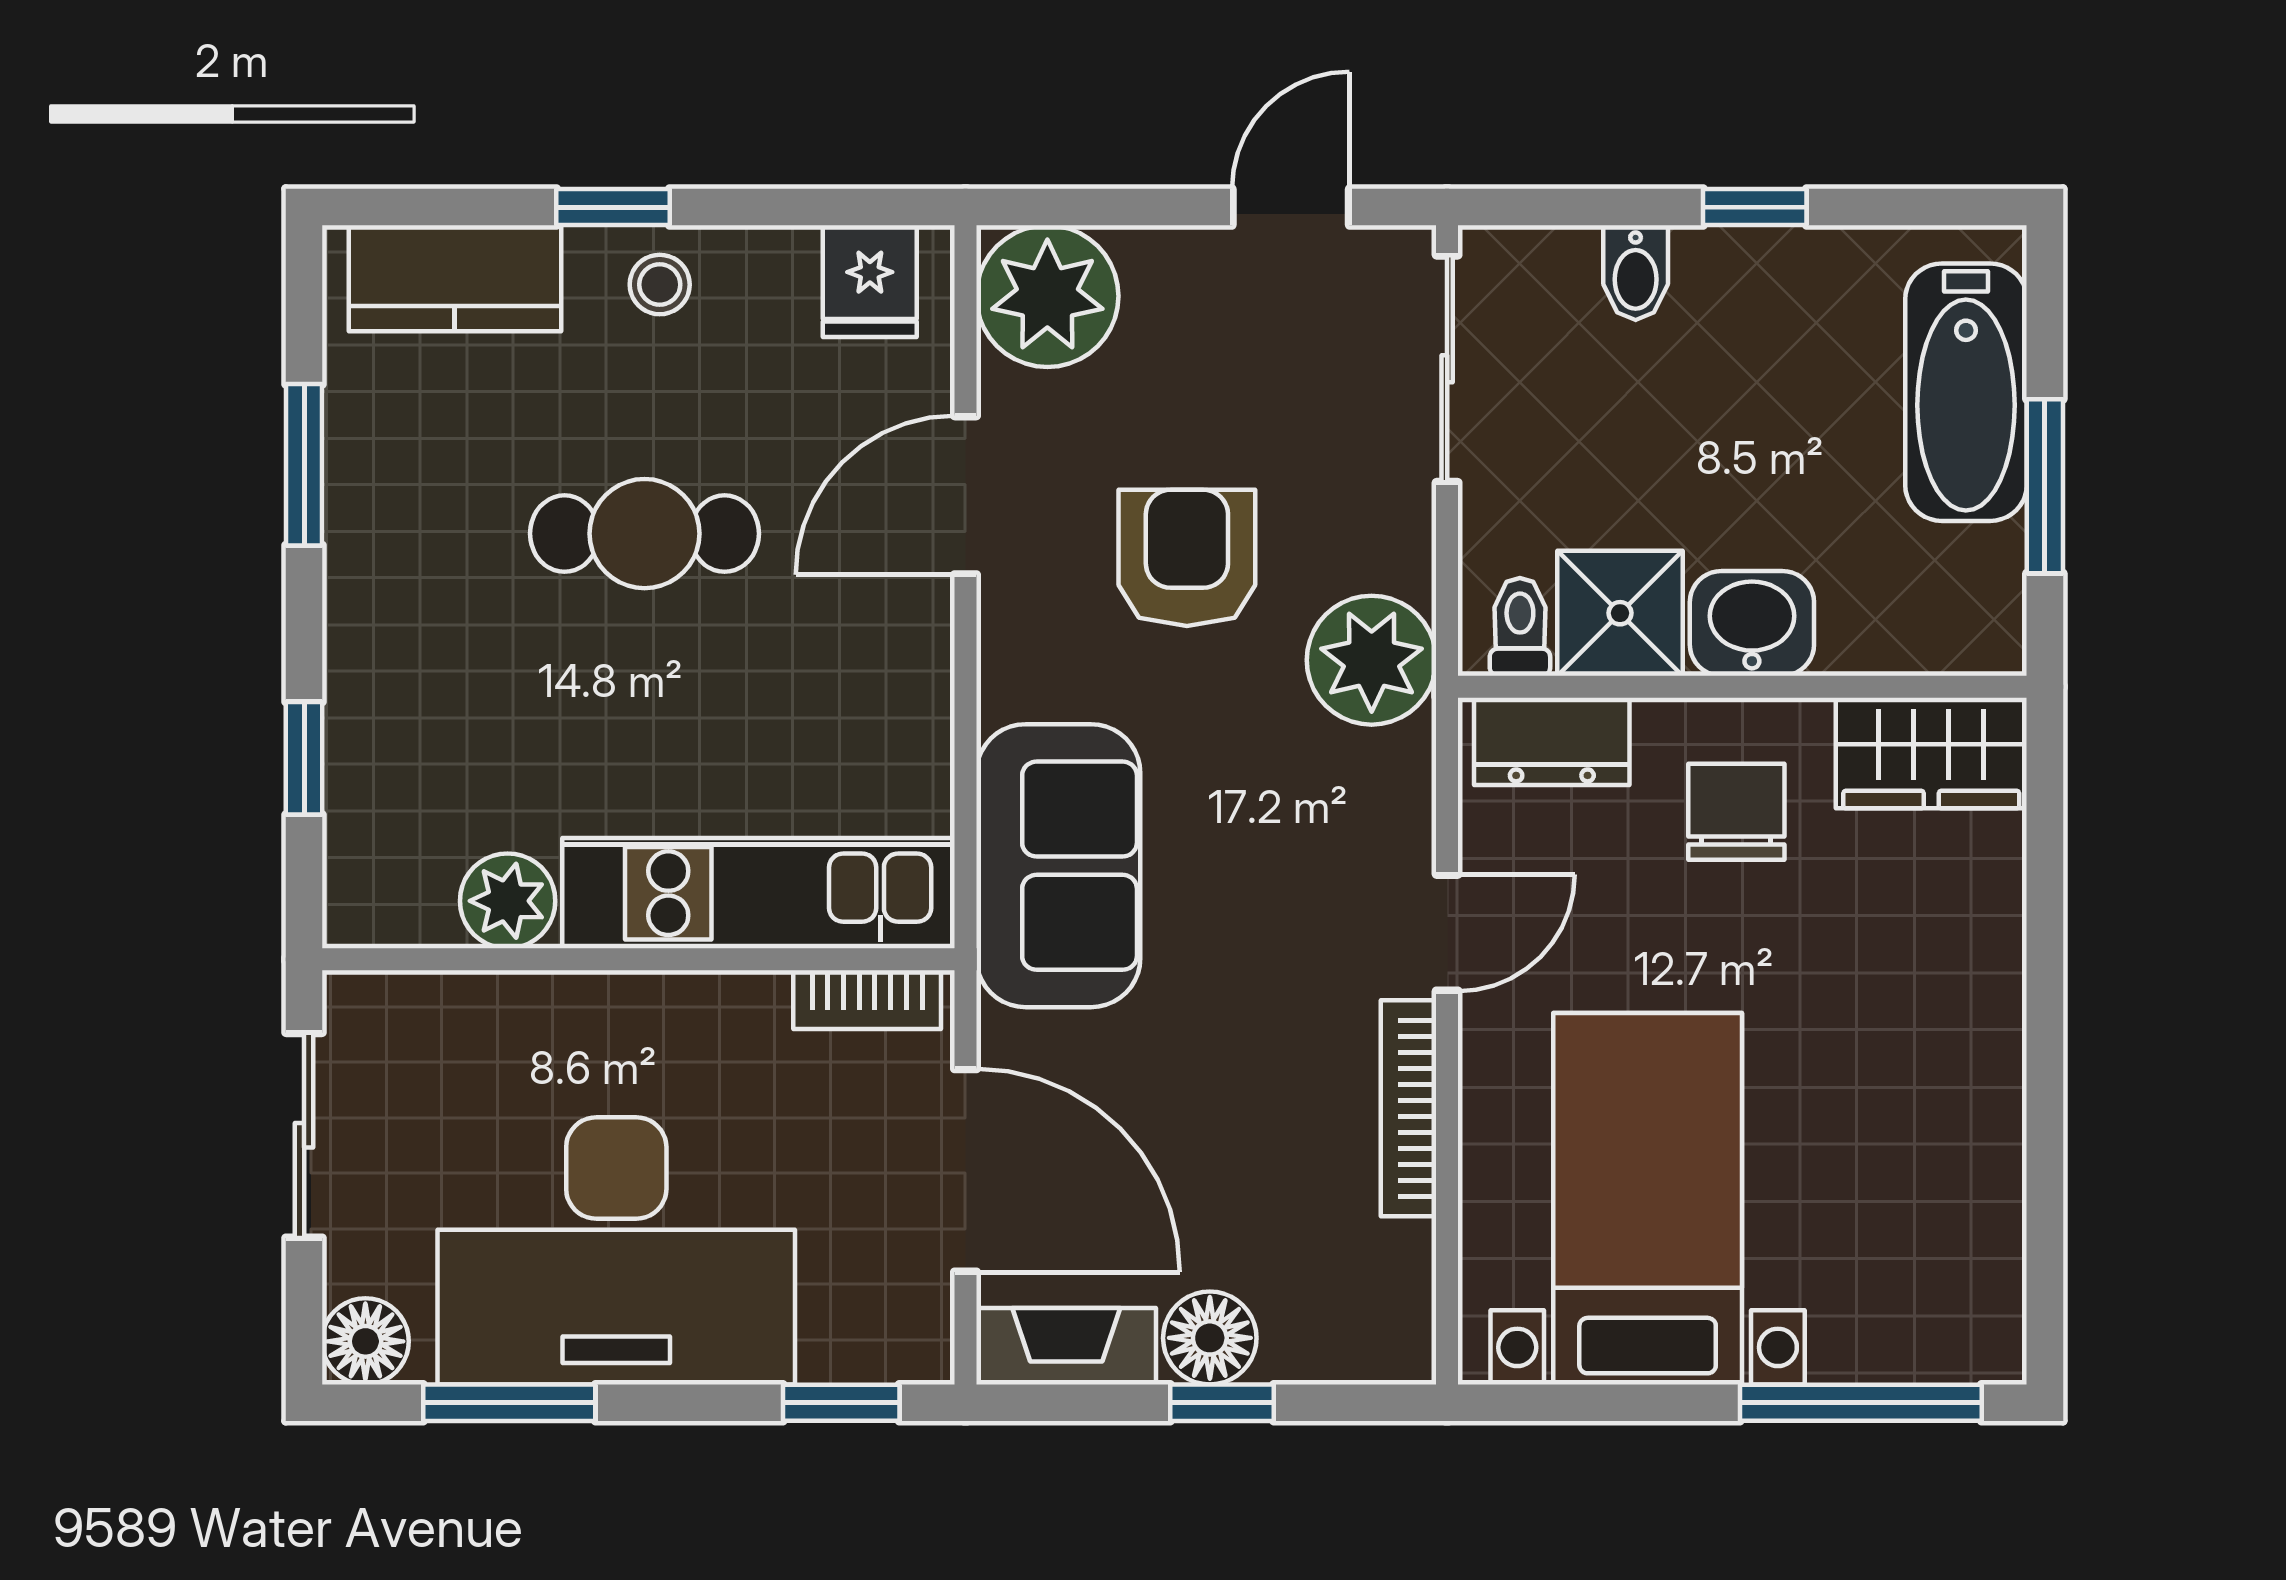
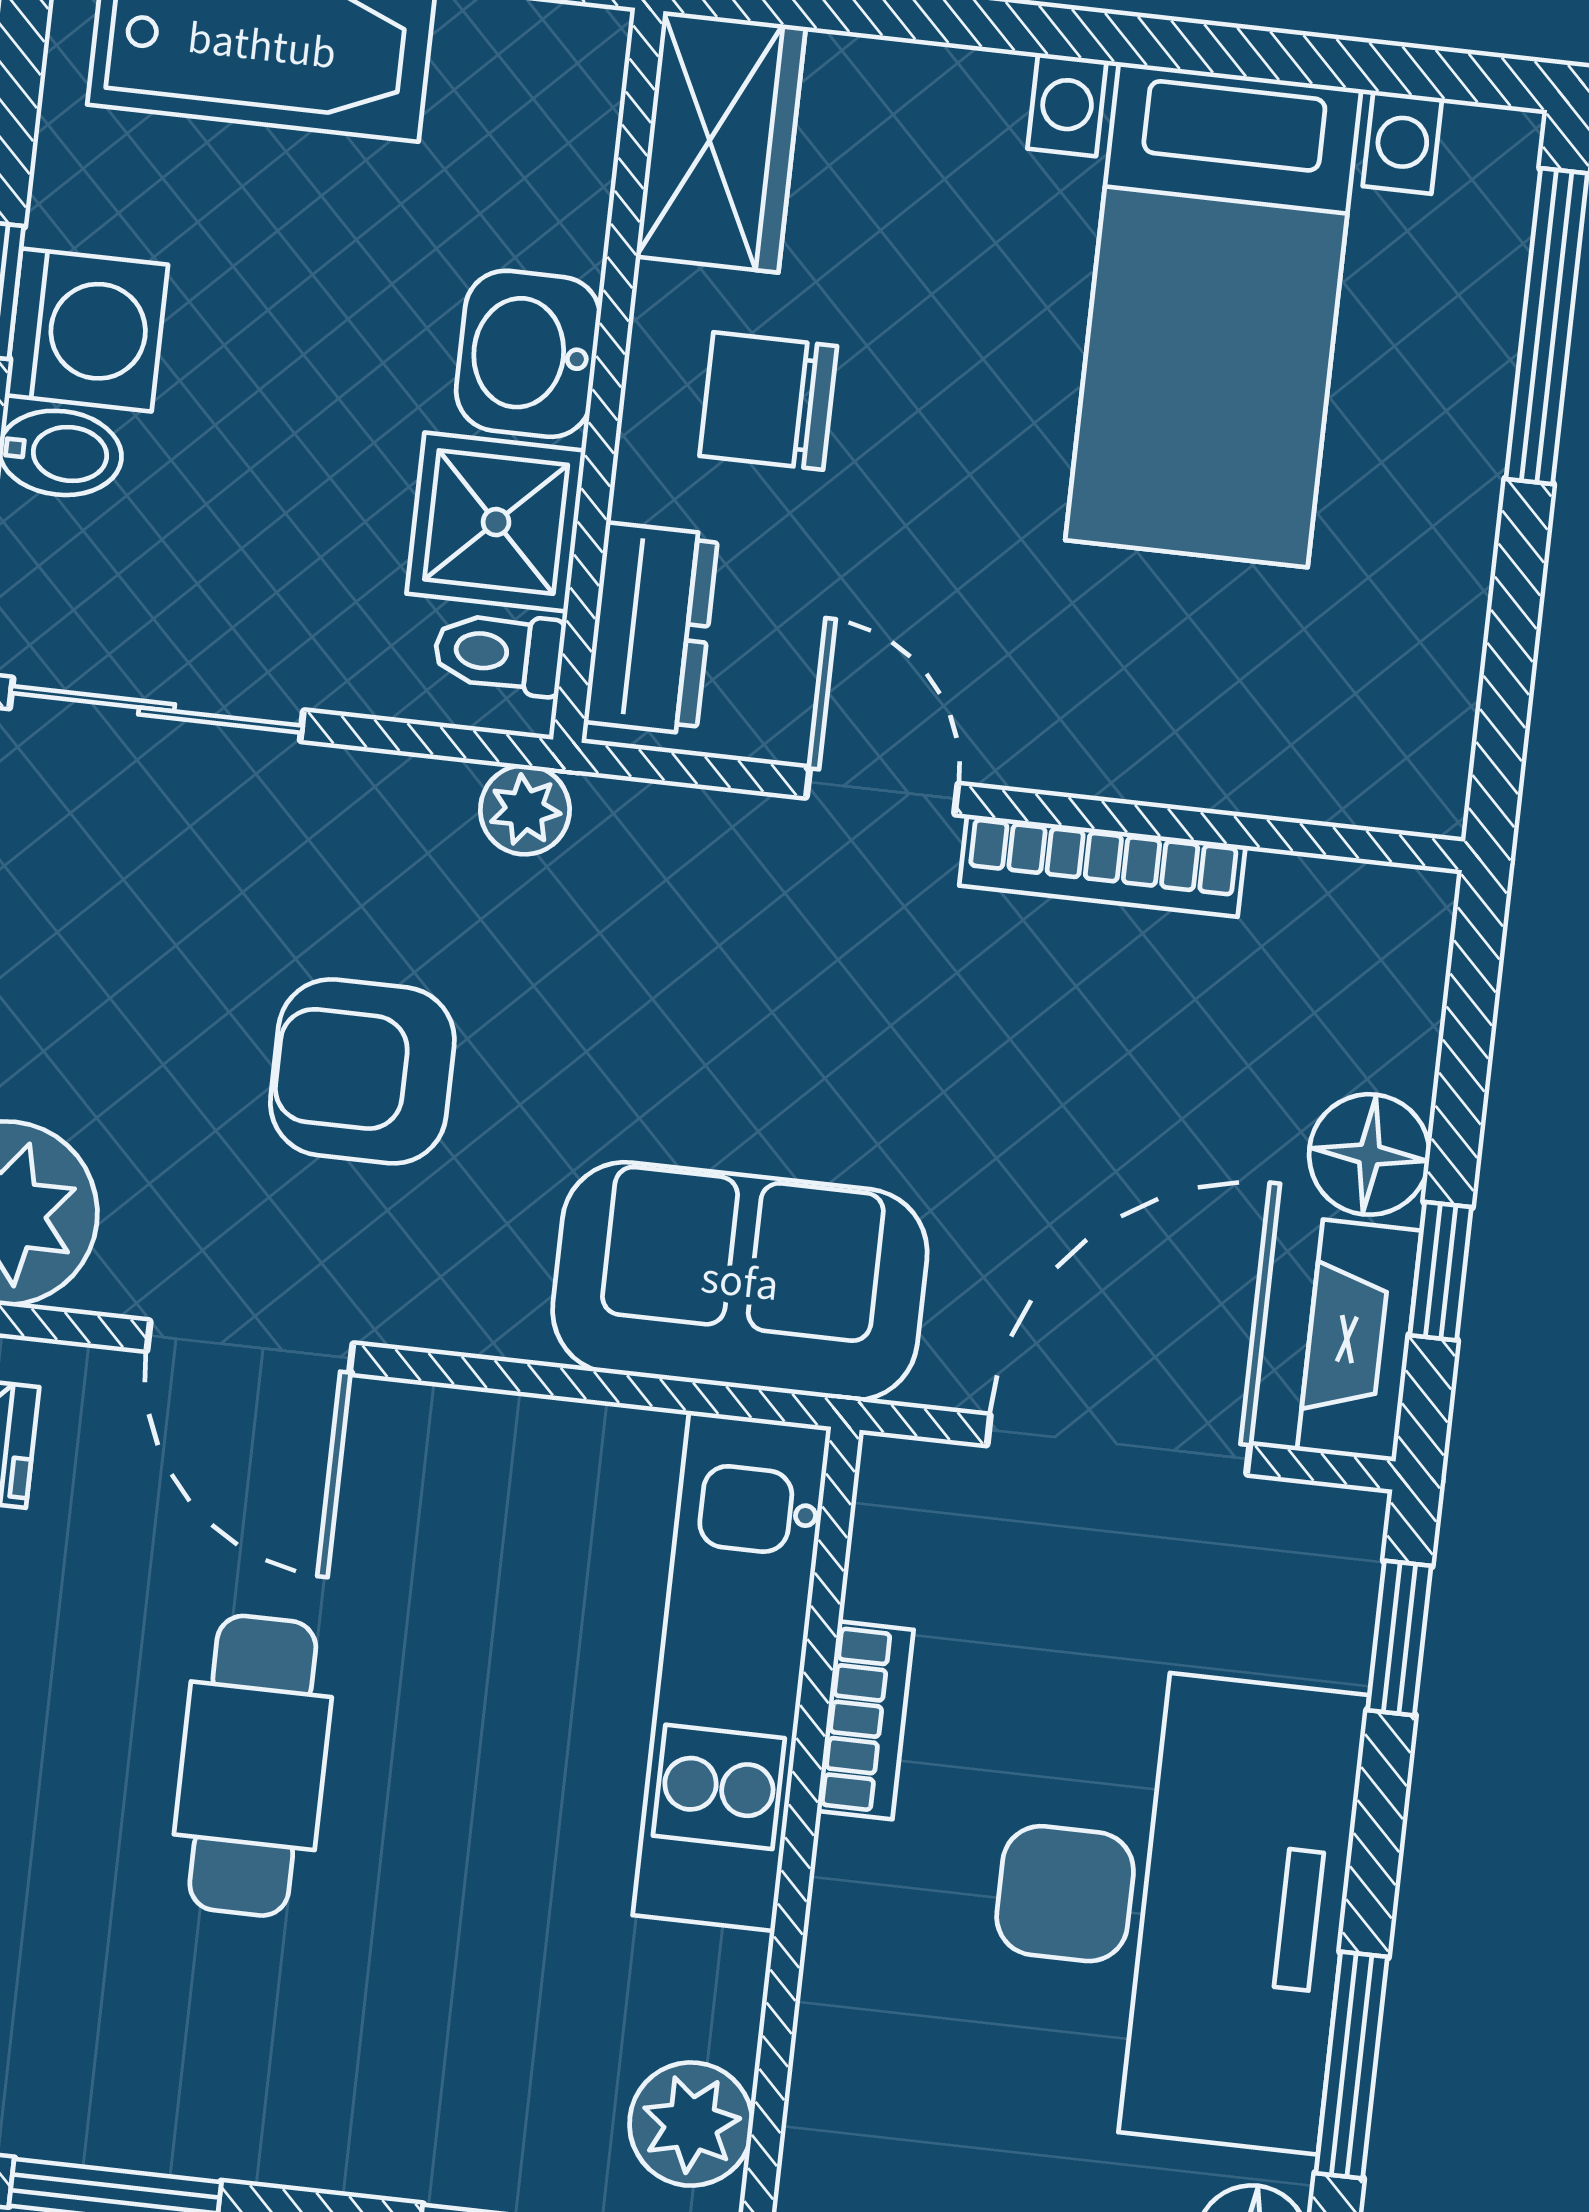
washing machine: (1732, 282) -> (86, 330), added
plant: (1372, 660) -> (525, 810), width x0.53, depth x0.53
plant: (508, 901) -> (691, 2124), moved
bookcase: (867, 1000) -> (865, 1720), moved
bed with nightstands: (1648, 1199) -> (1213, 315), moved, turned -90
window: (1222, 1403) -> (1441, 1271), moved

